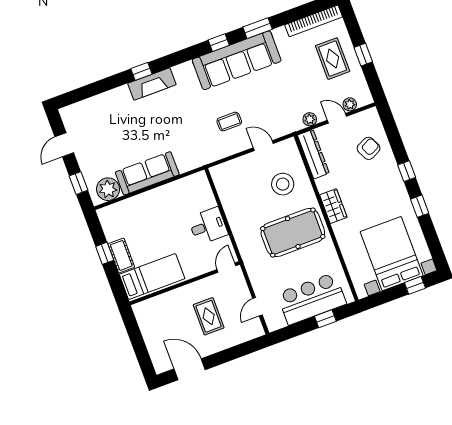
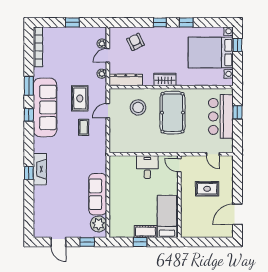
rug: (333, 59) -> (80, 98), moved, turned 90

